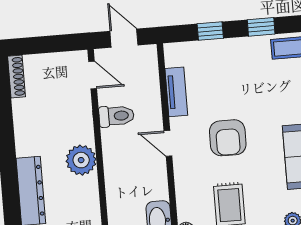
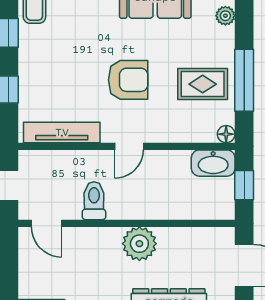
door: (93, 75) -> (46, 223), swing flipped
tv unit: (176, 92) -> (62, 133), width x1.41

